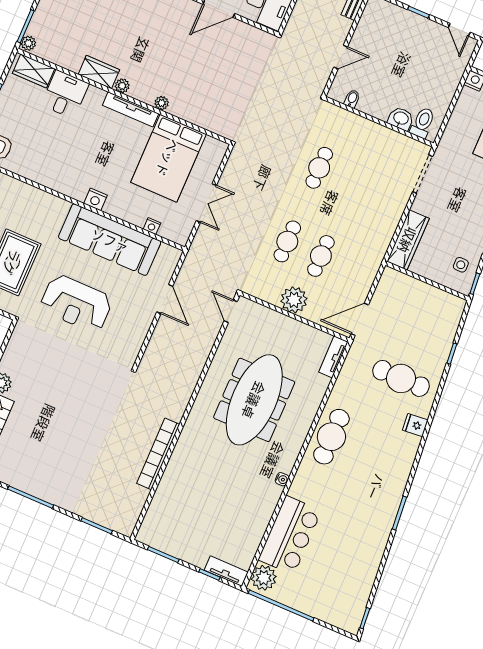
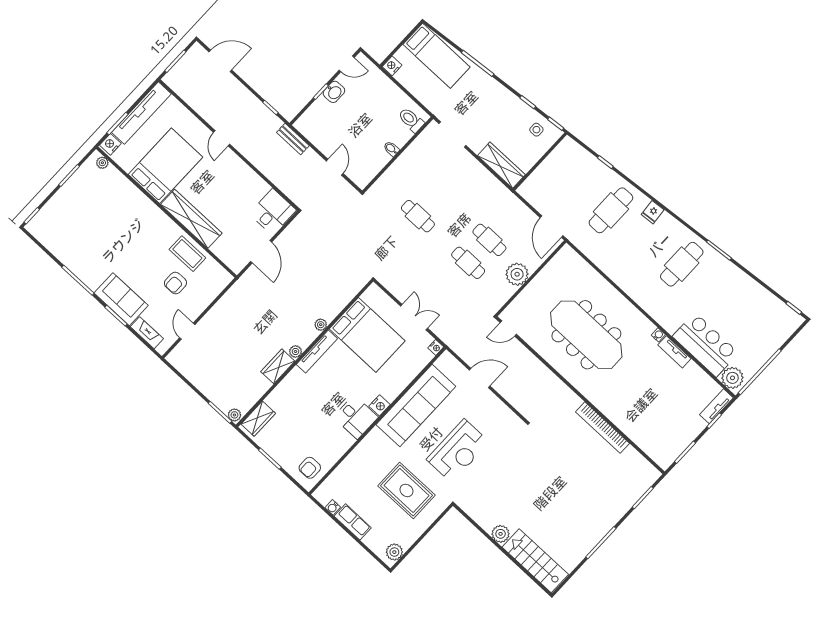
desk: (65, 94) -> (356, 417), moved, turned 180
bidet: (352, 99) -> (391, 149), moved
washbasin: (401, 119) -> (334, 92), moved, turned 180
nightstand: (152, 226) -> (436, 347), moved
tv unit: (333, 357) -> (674, 352), moved
cafe table: (331, 437) -> (682, 264), moved, turned 90

